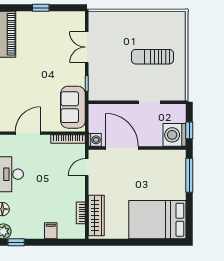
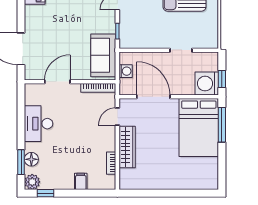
washing machine: (95, 140) -> (126, 71), moved
wardrobe: (96, 216) -> (127, 147), moved
bed: (157, 220) -> (199, 128), moved, turned -90

